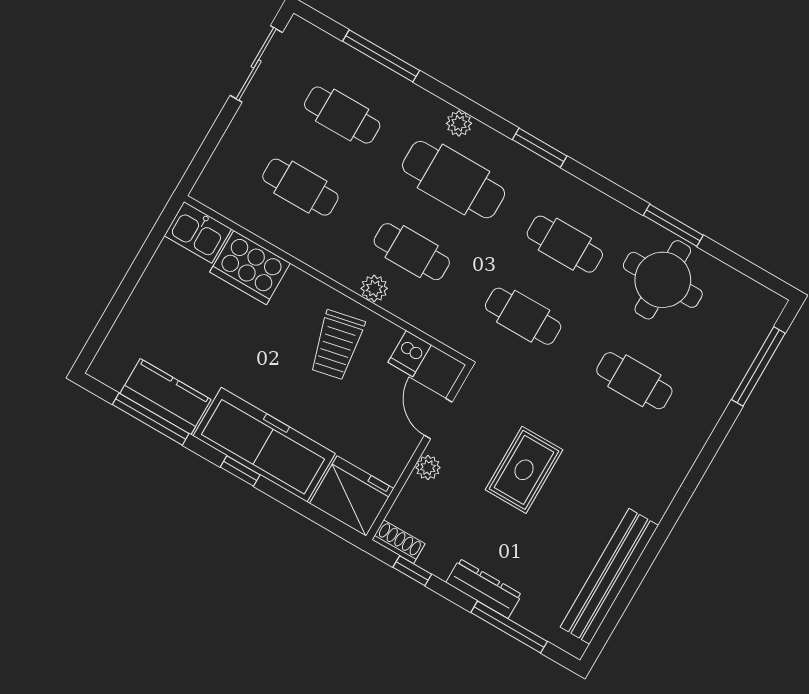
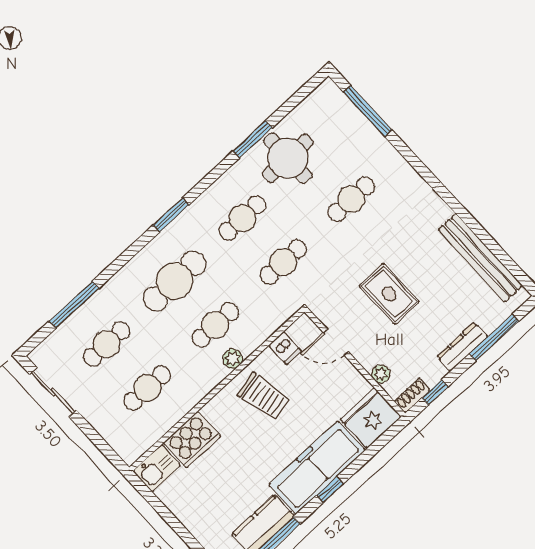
plant: (459, 123) -> (137, 265), removed
plant: (428, 468) -> (381, 374), moved

